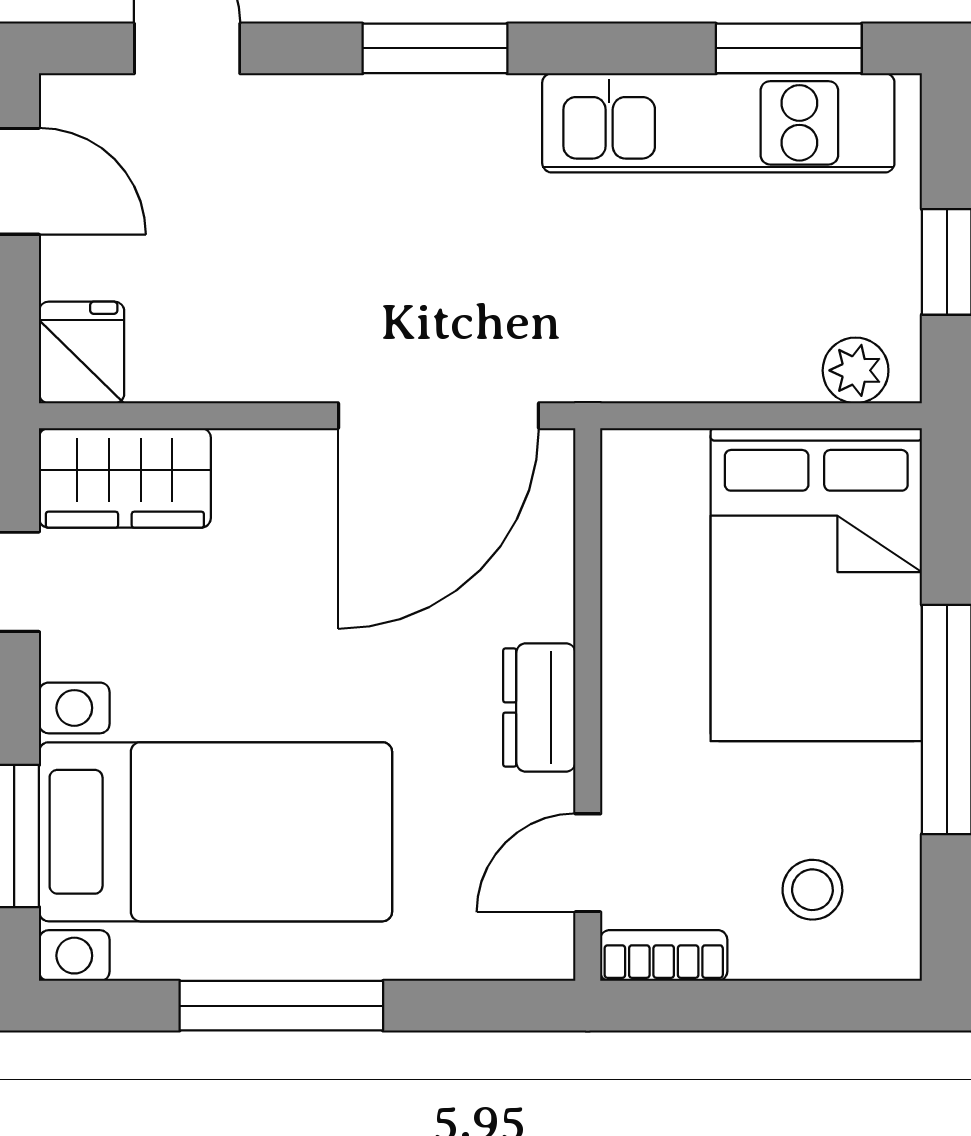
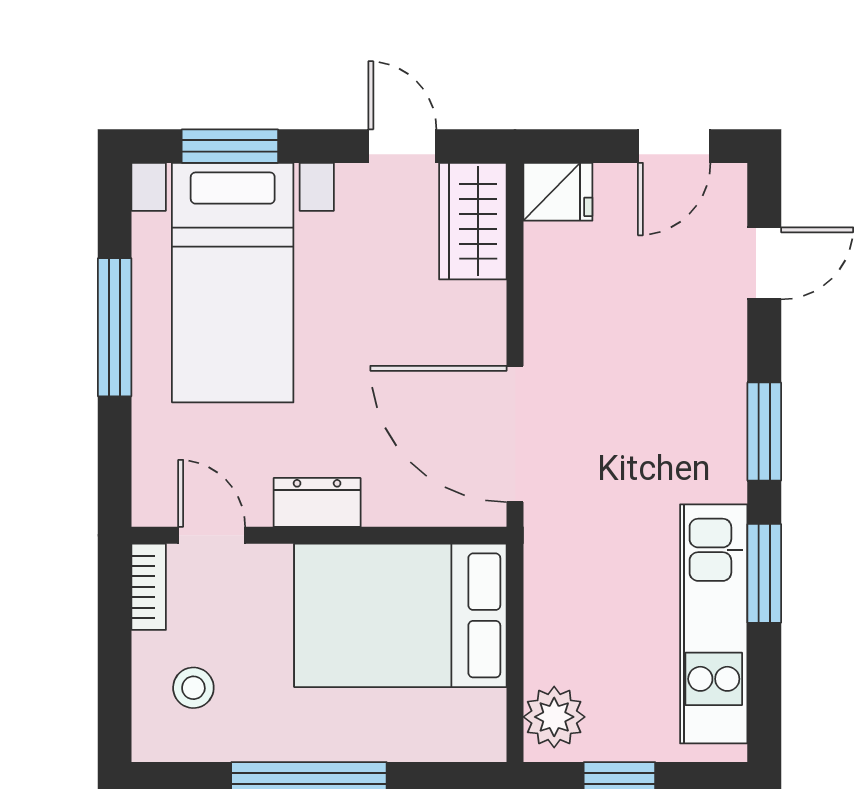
window: (789, 48) -> (764, 573), moved
plant: (856, 370) -> (554, 717), width x1.38, depth x1.38
bed: (816, 585) -> (400, 615), moved

